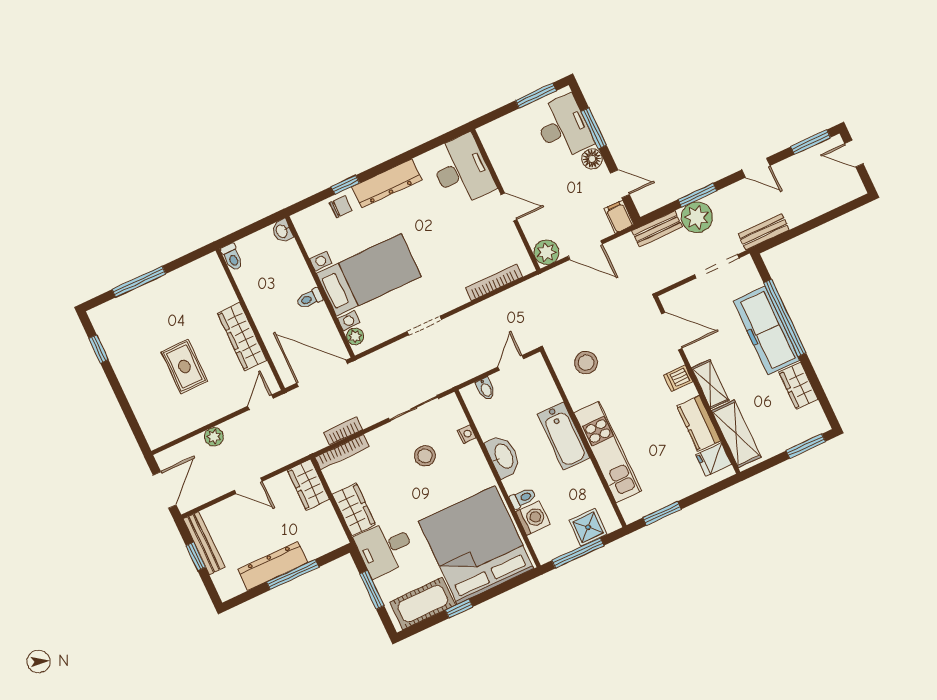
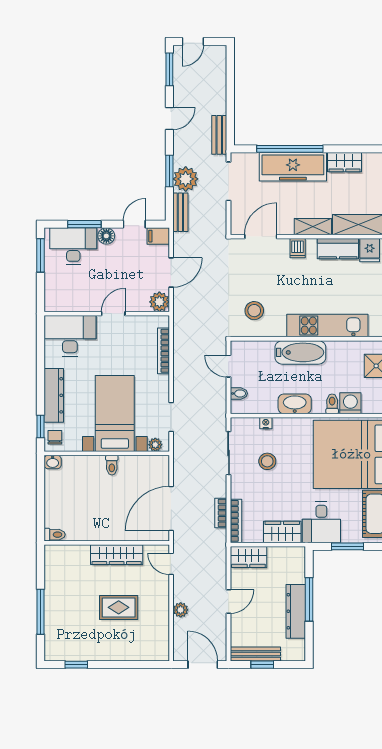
washbasin: (282, 231) -> (53, 462), moved
bed with nightstands: (369, 275) -> (115, 413), moved
wall: (320, 287) -> (107, 453), moved
toilet: (310, 299) -> (112, 465), moved
plant: (355, 336) -> (155, 445), moved

